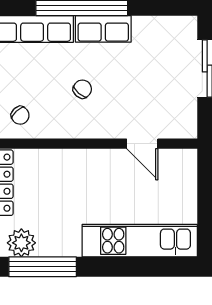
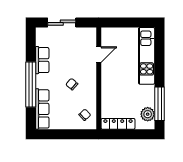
row of seats: (103, 29) -> (42, 60), moved

